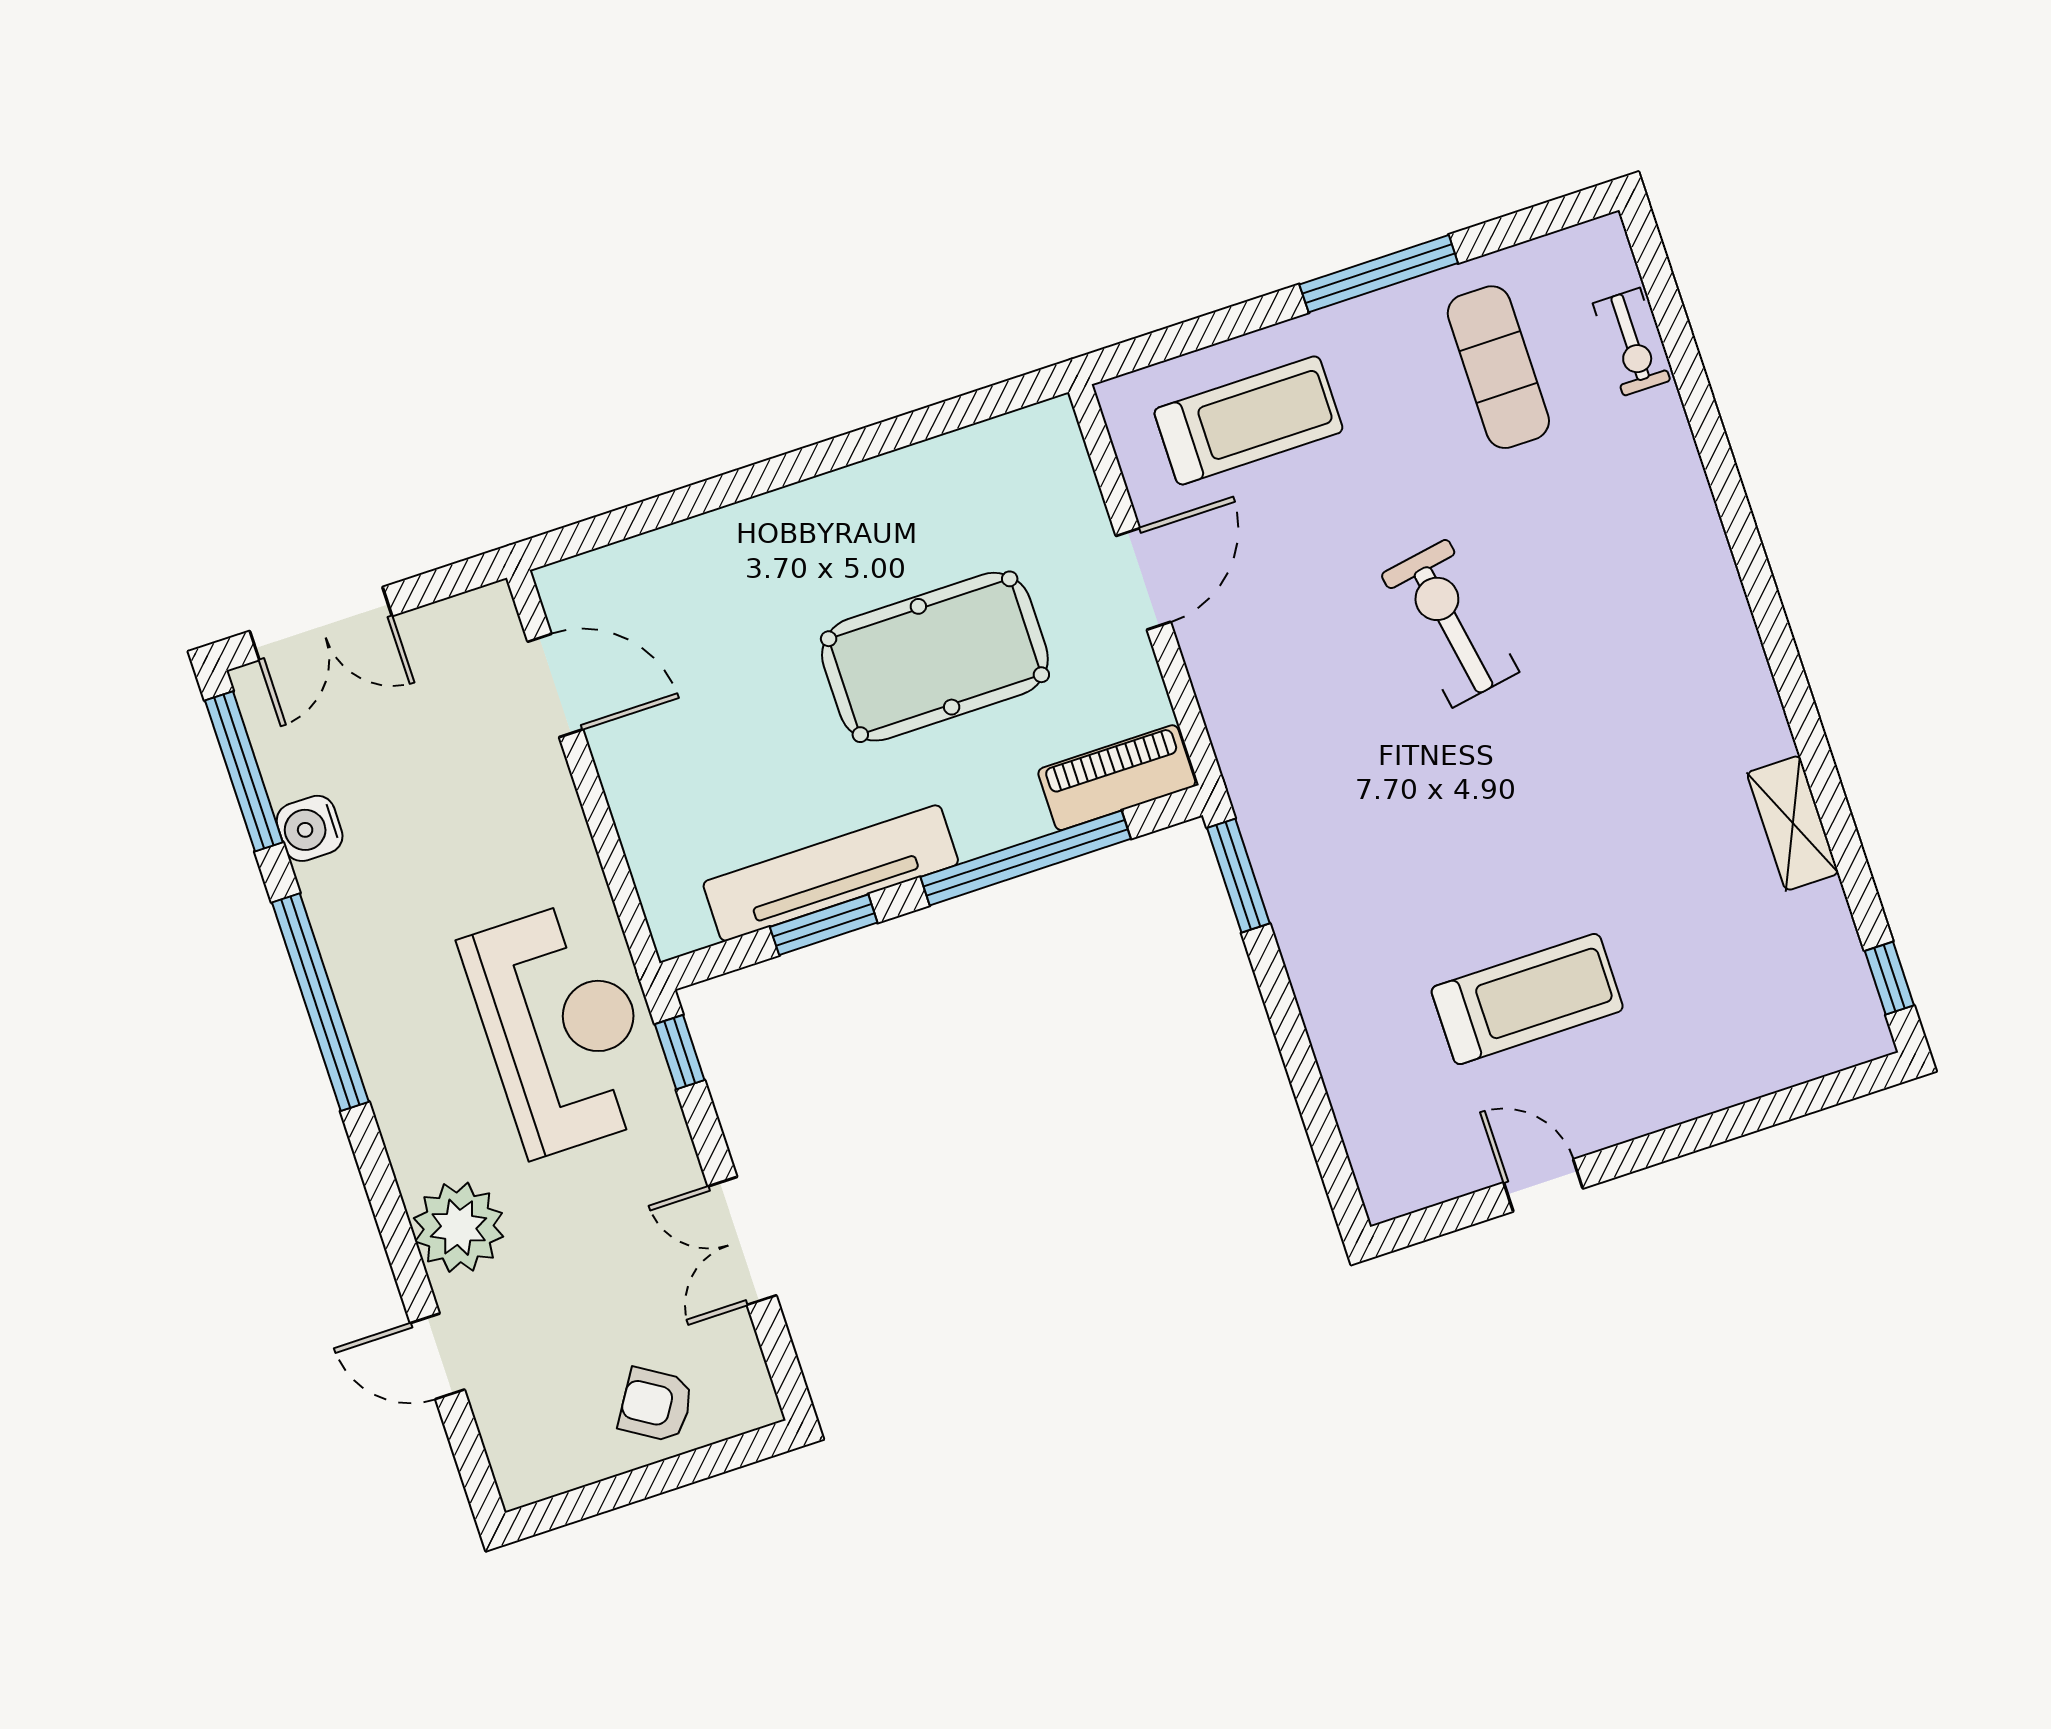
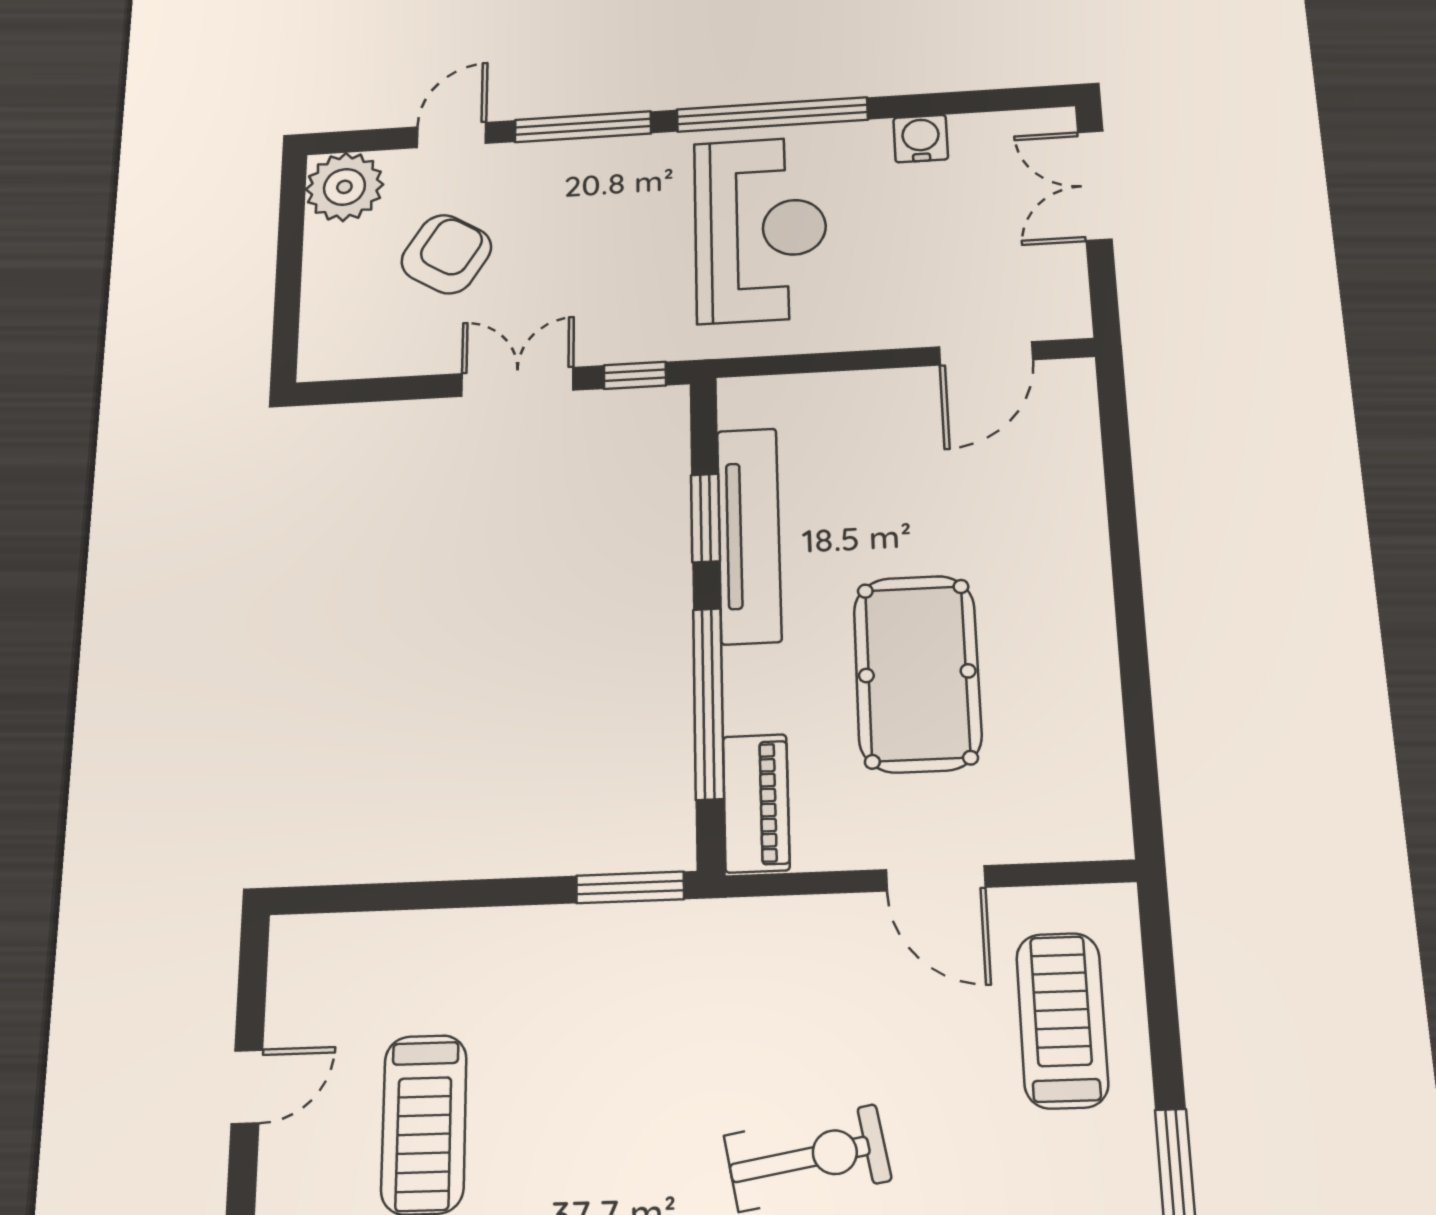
treadmill: (1248, 420) -> (1062, 1020), turned 180
window: (244, 771) -> (583, 127), moved
reception desk: (562, 1028) -> (760, 229), moved, turned -90
plant: (459, 1227) -> (344, 187), moved
double door: (742, 1241) -> (517, 382), moved
armchair: (656, 1405) -> (446, 254), moved, width x1.38, depth x1.38

